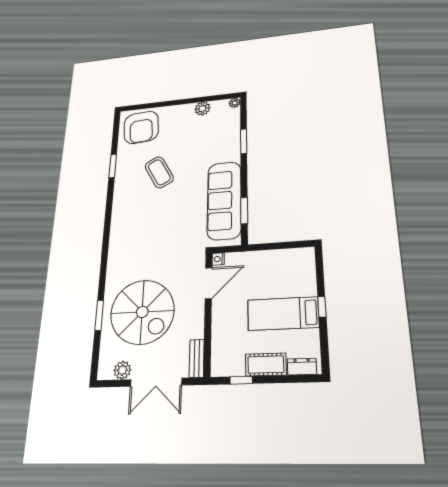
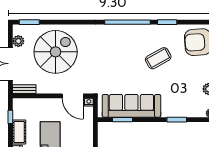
window: (108, 215) -> (128, 22), added
spiral stairs: (142, 312) -> (56, 52), turned 180
window: (99, 315) -> (29, 22), moved

